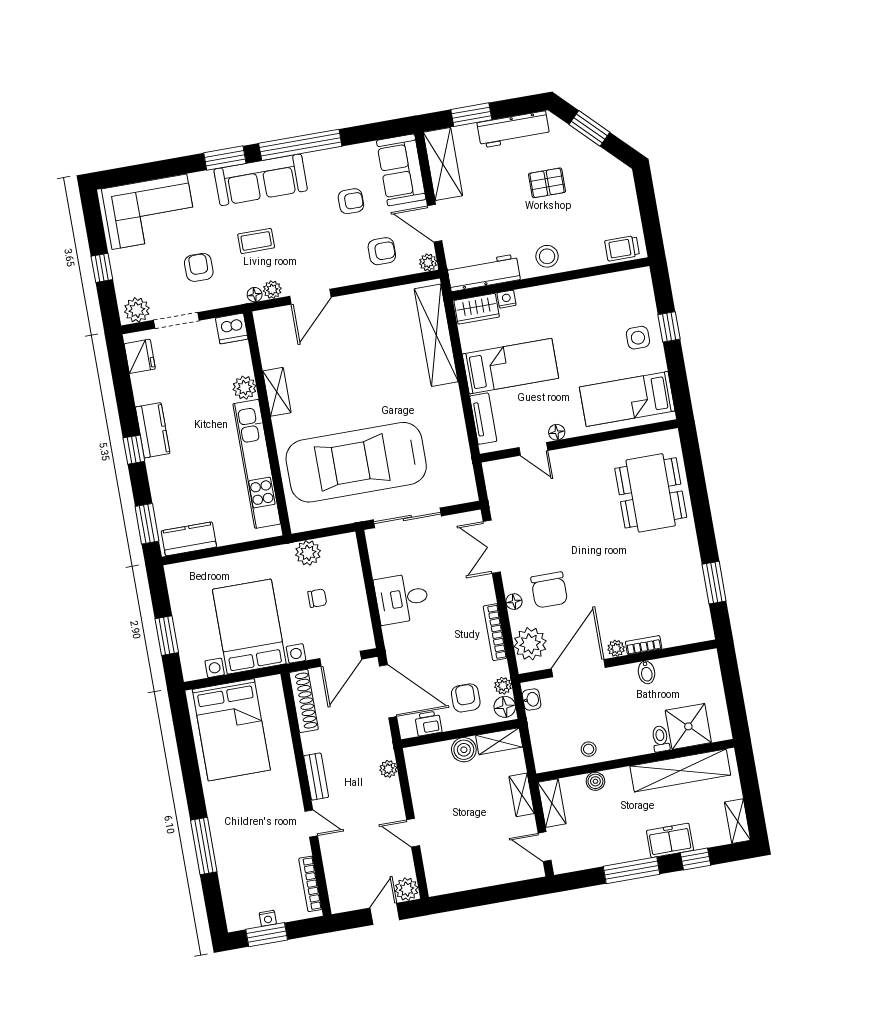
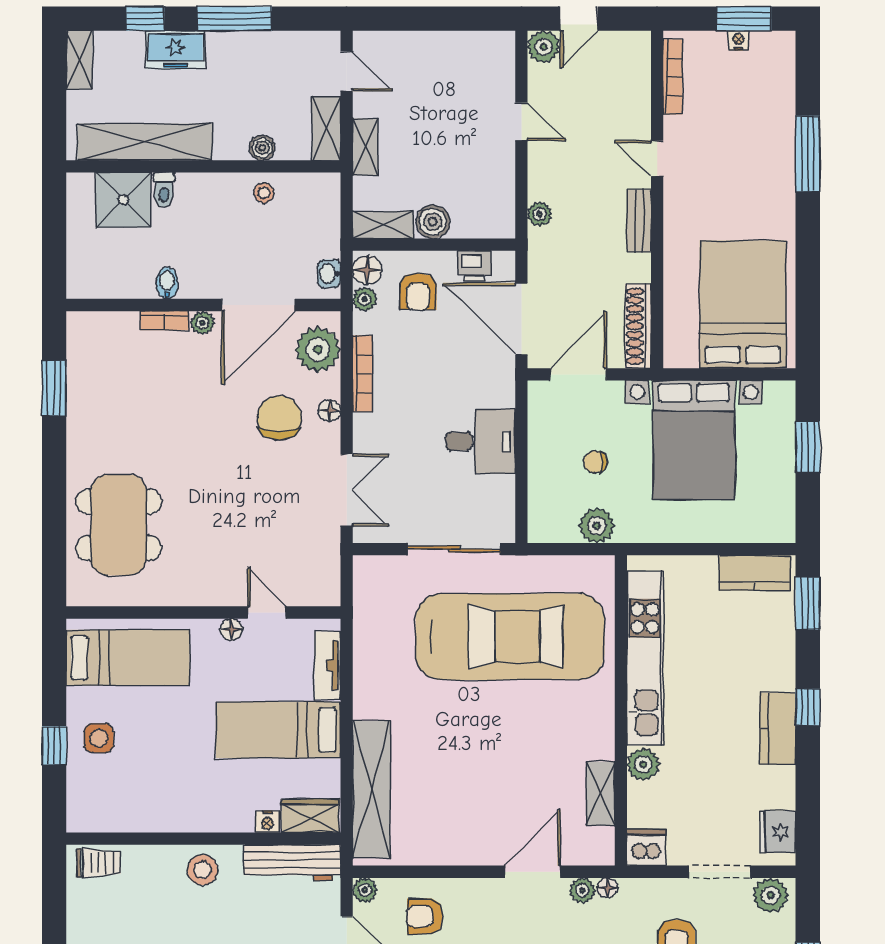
shelving: (277, 392) -> (601, 793), moved

